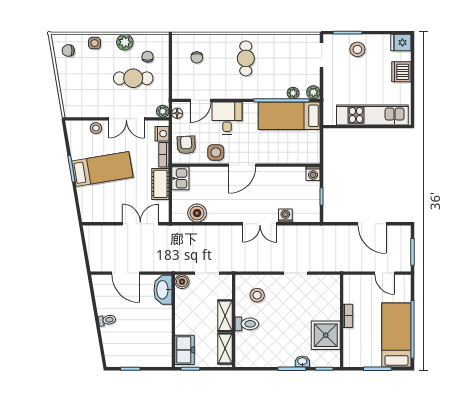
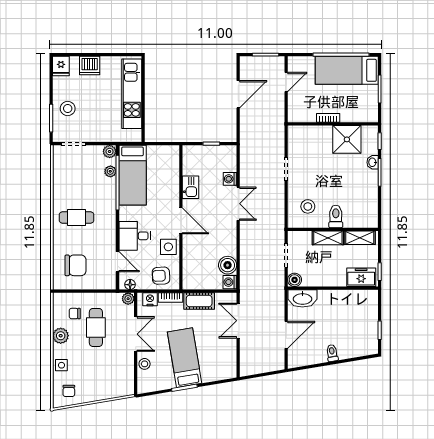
chair: (197, 57) -> (76, 265), width x1.87, depth x1.87
washing machine: (313, 174) -> (230, 282), moved, turned 180
kitchen sink: (180, 178) -> (191, 187), moved, turned 90

